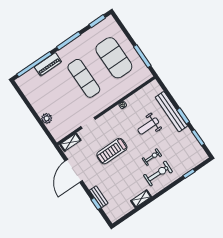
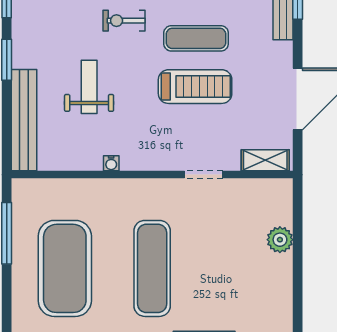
bench: (171, 112) -> (24, 120), moved
weight bench: (148, 126) -> (89, 87), turned -90
exercise mat: (123, 168) -> (196, 38), added

